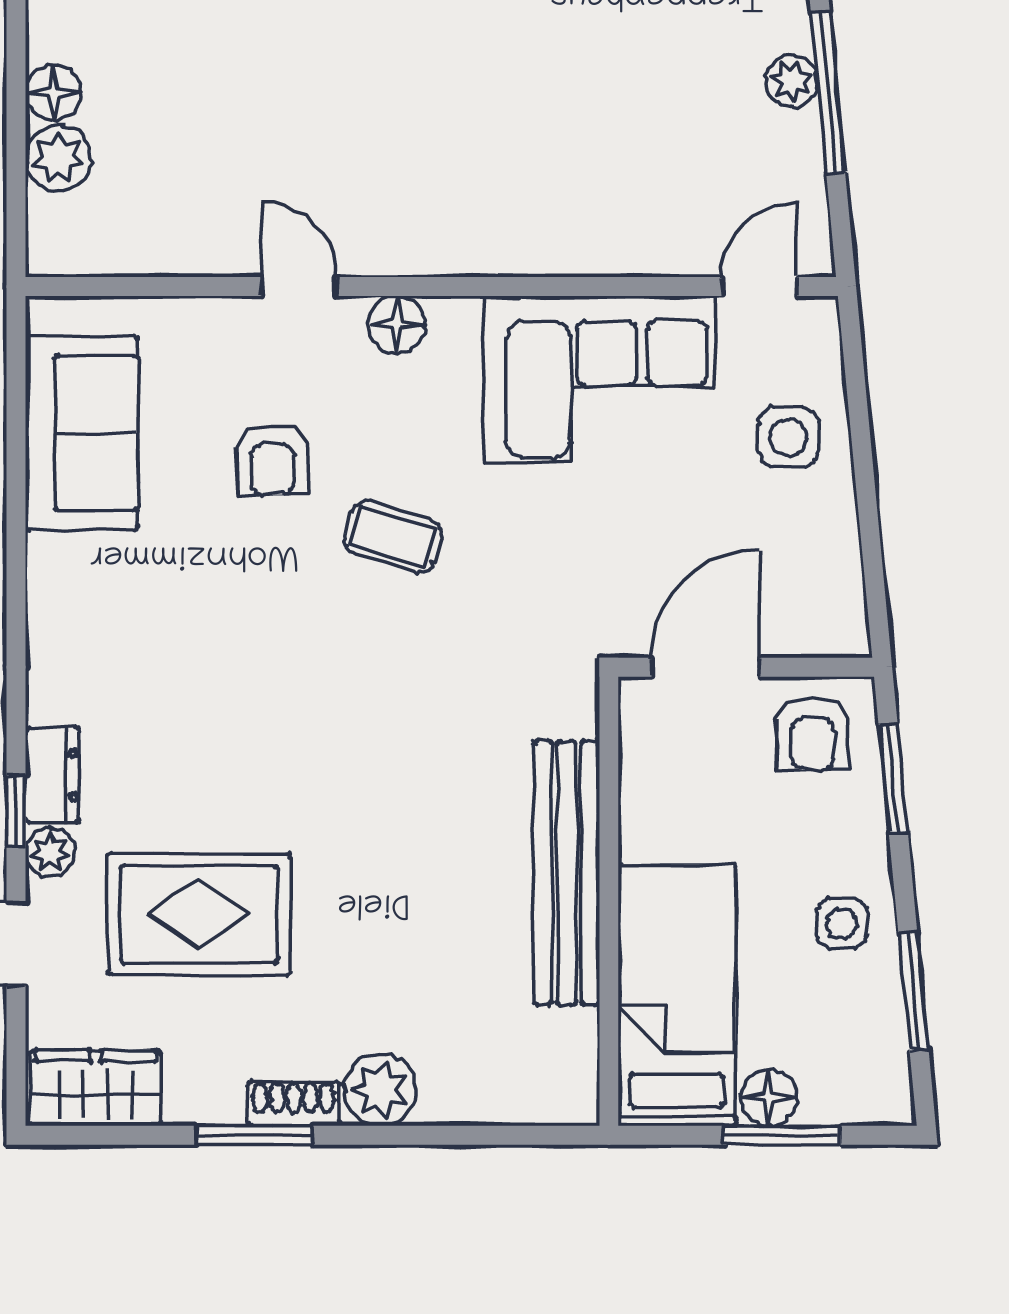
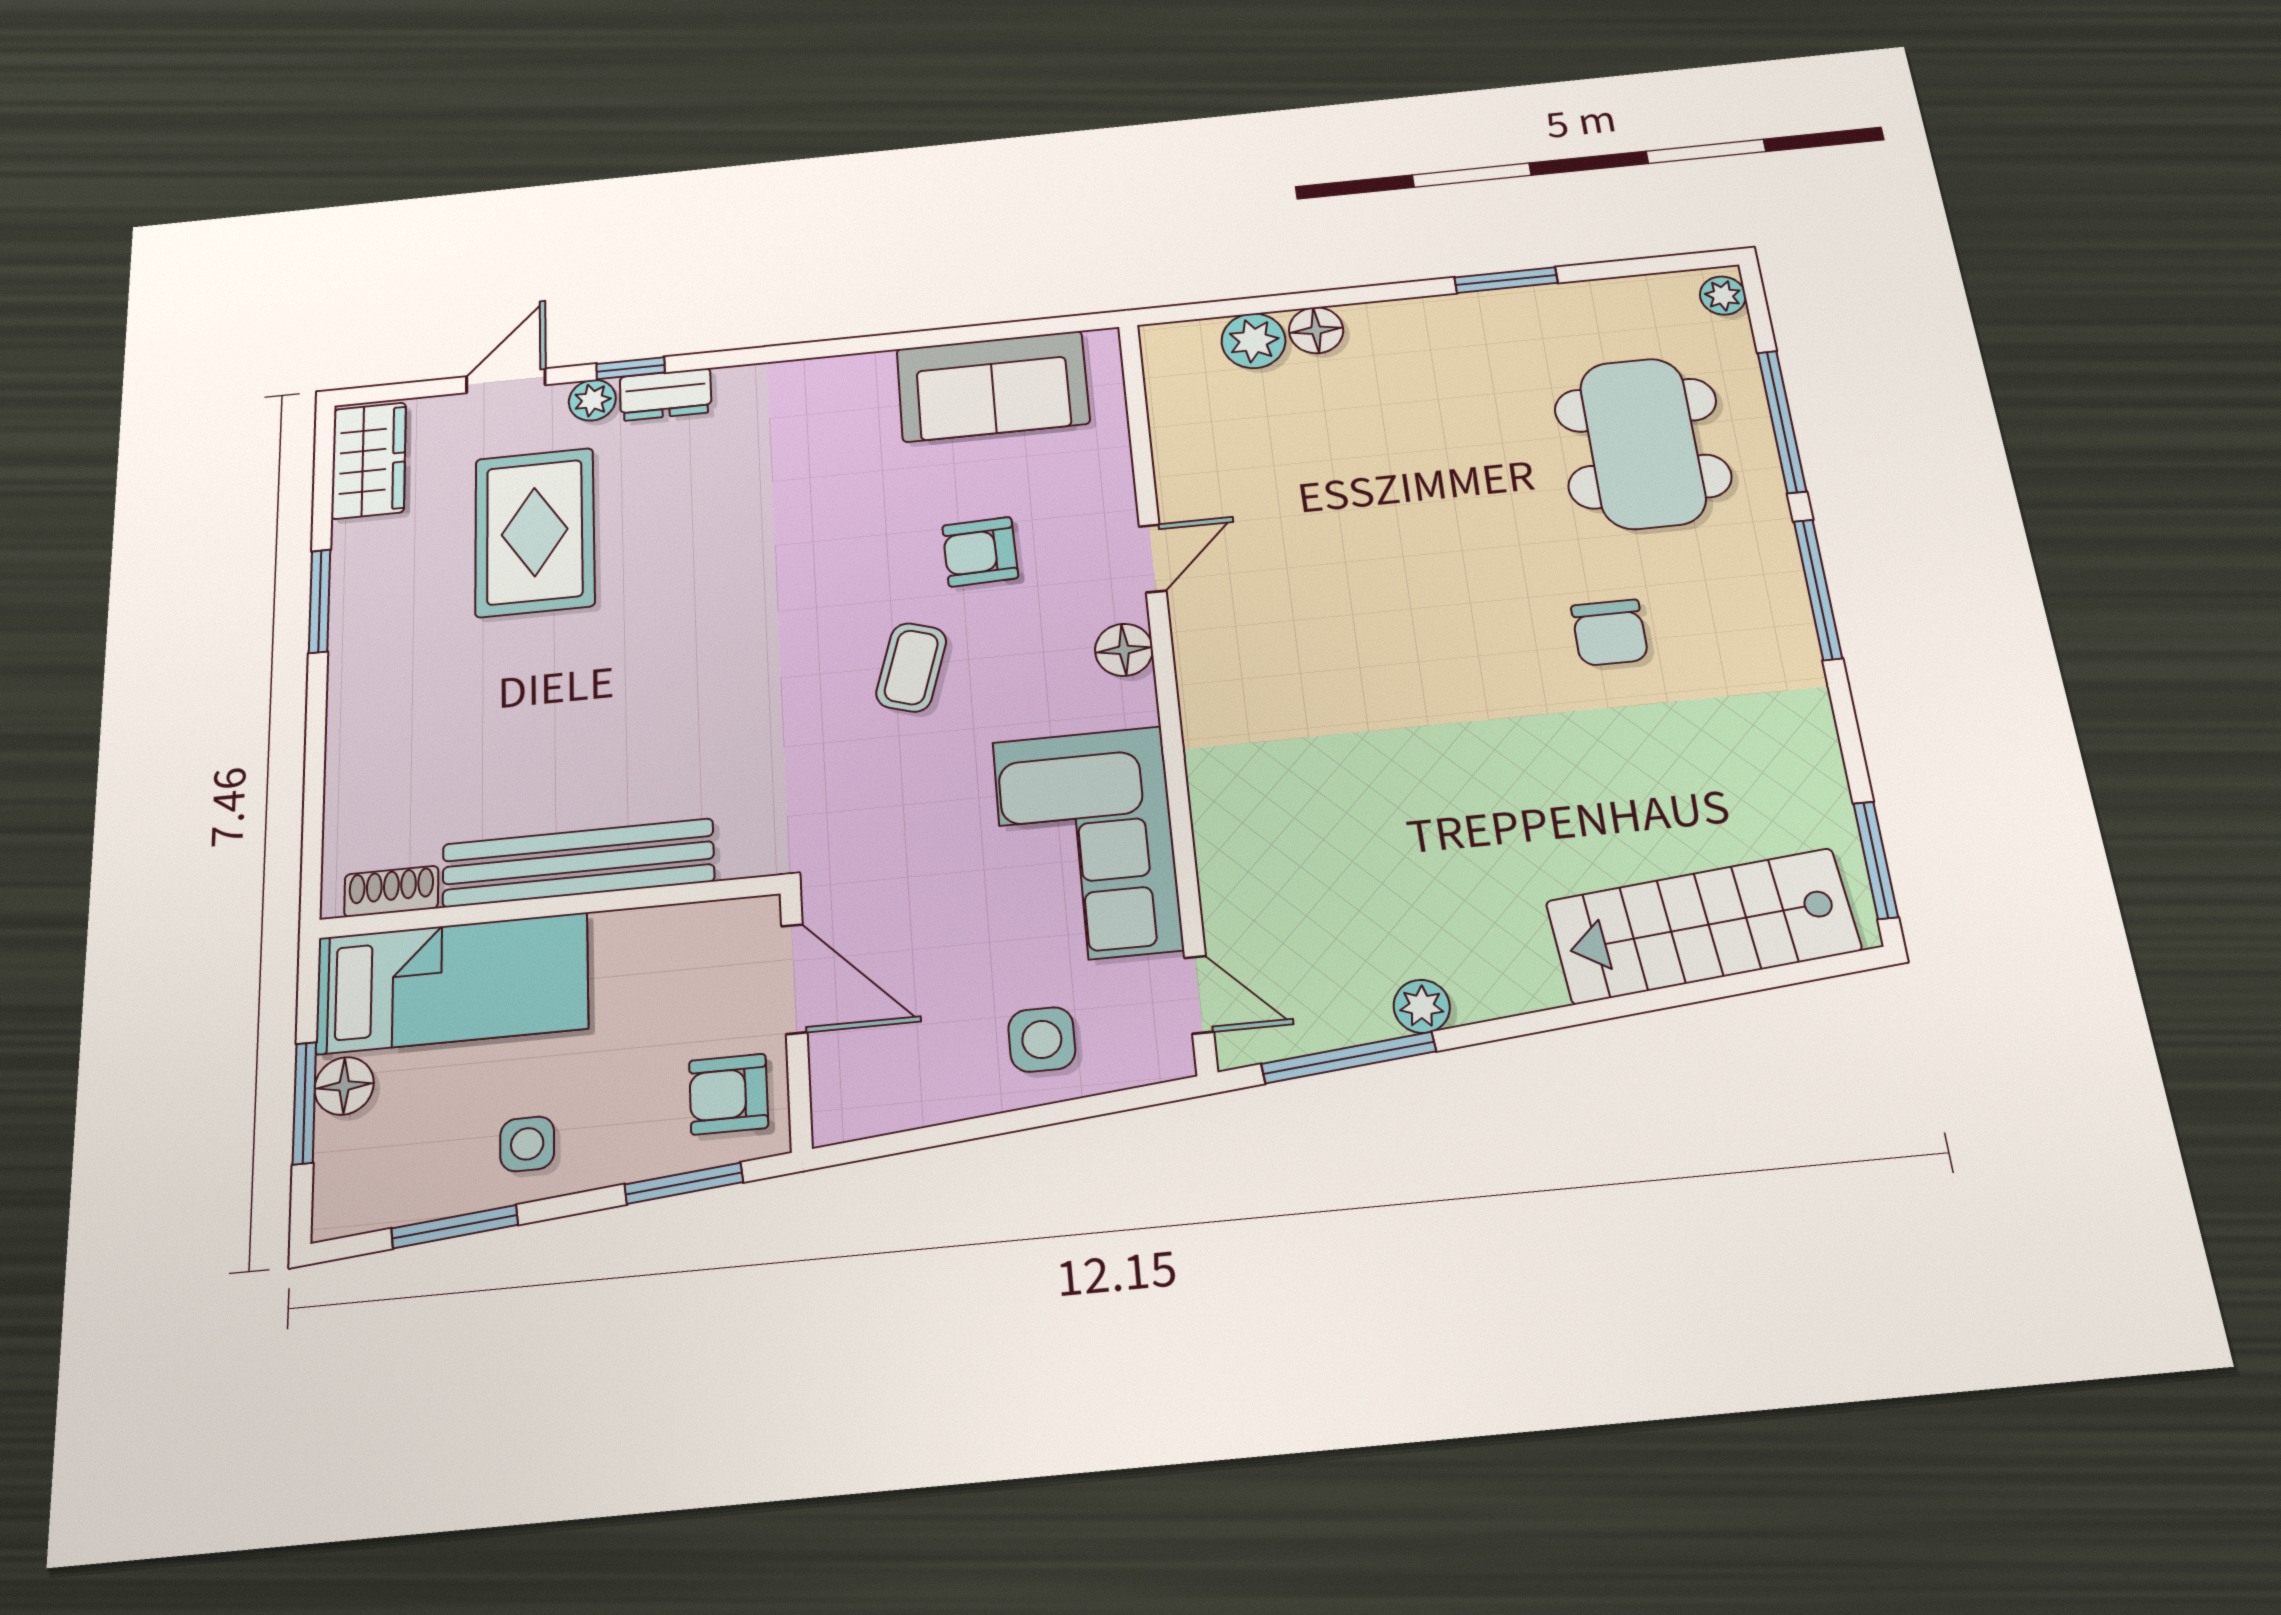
window: (828, 92) -> (1349, 1058), moved
plant: (380, 1090) -> (361, 710), removed
shoe rack: (293, 1104) -> (391, 891), moved, turned -90

